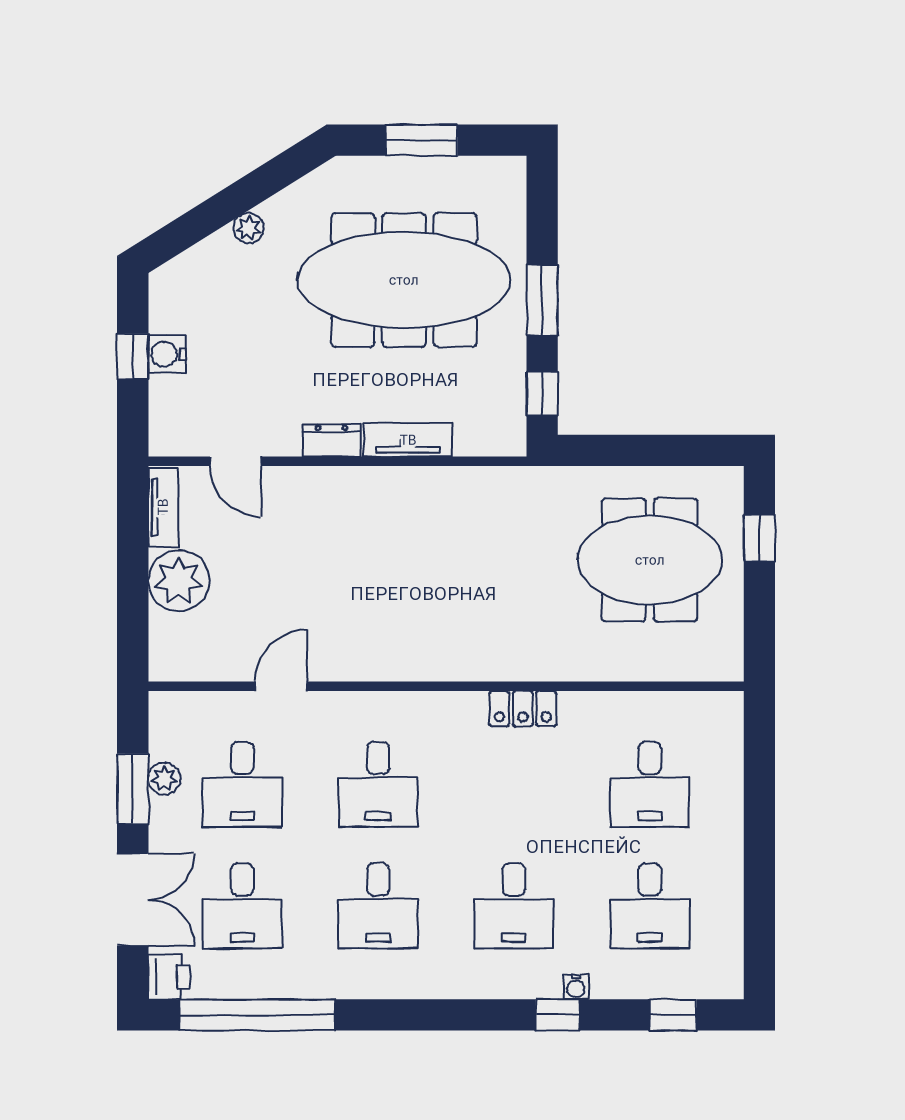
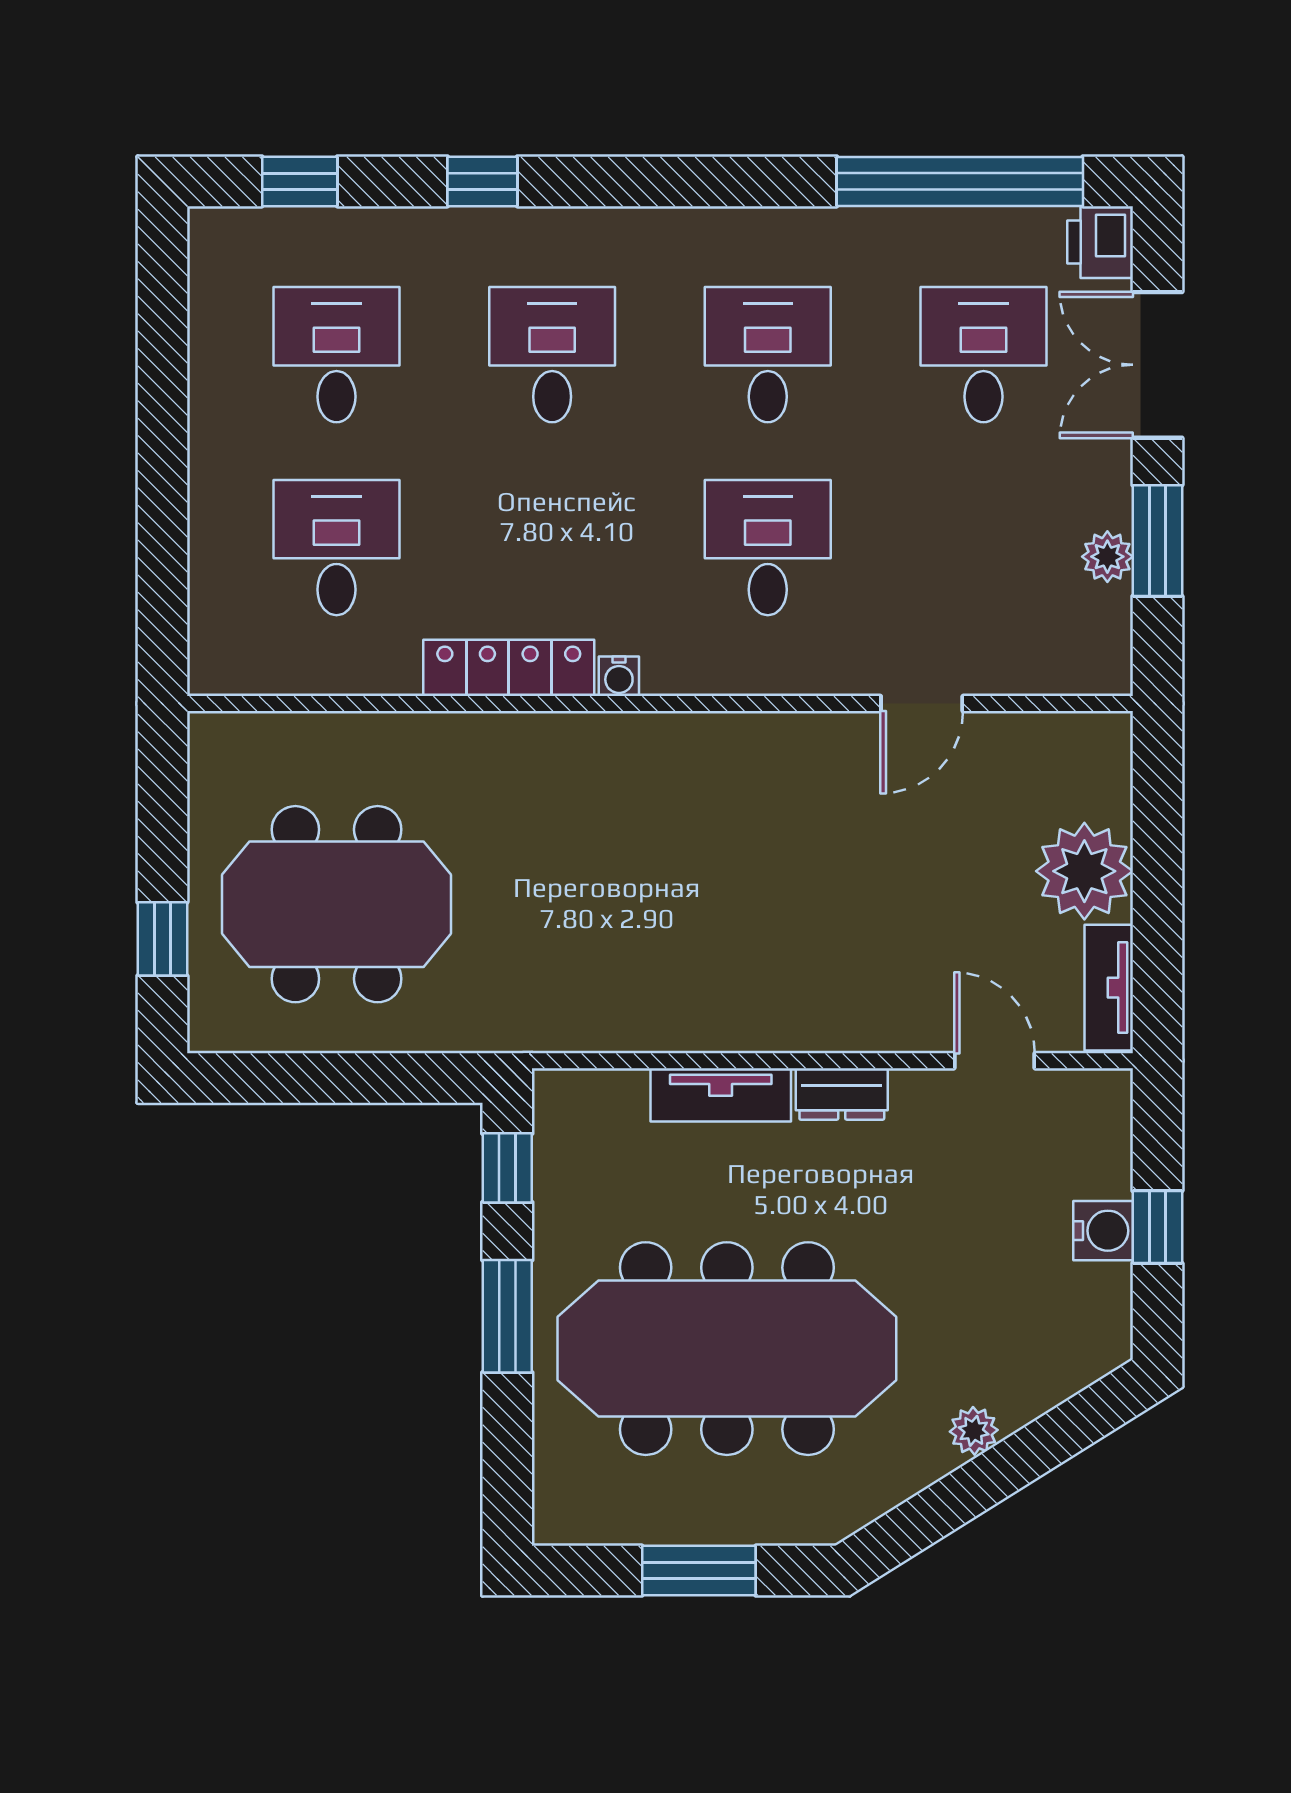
locker: (523, 709) -> (509, 668), width x1.53
desk: (242, 784) -> (983, 548), removed
water cooler: (576, 987) -> (619, 676), moved, turned 180

